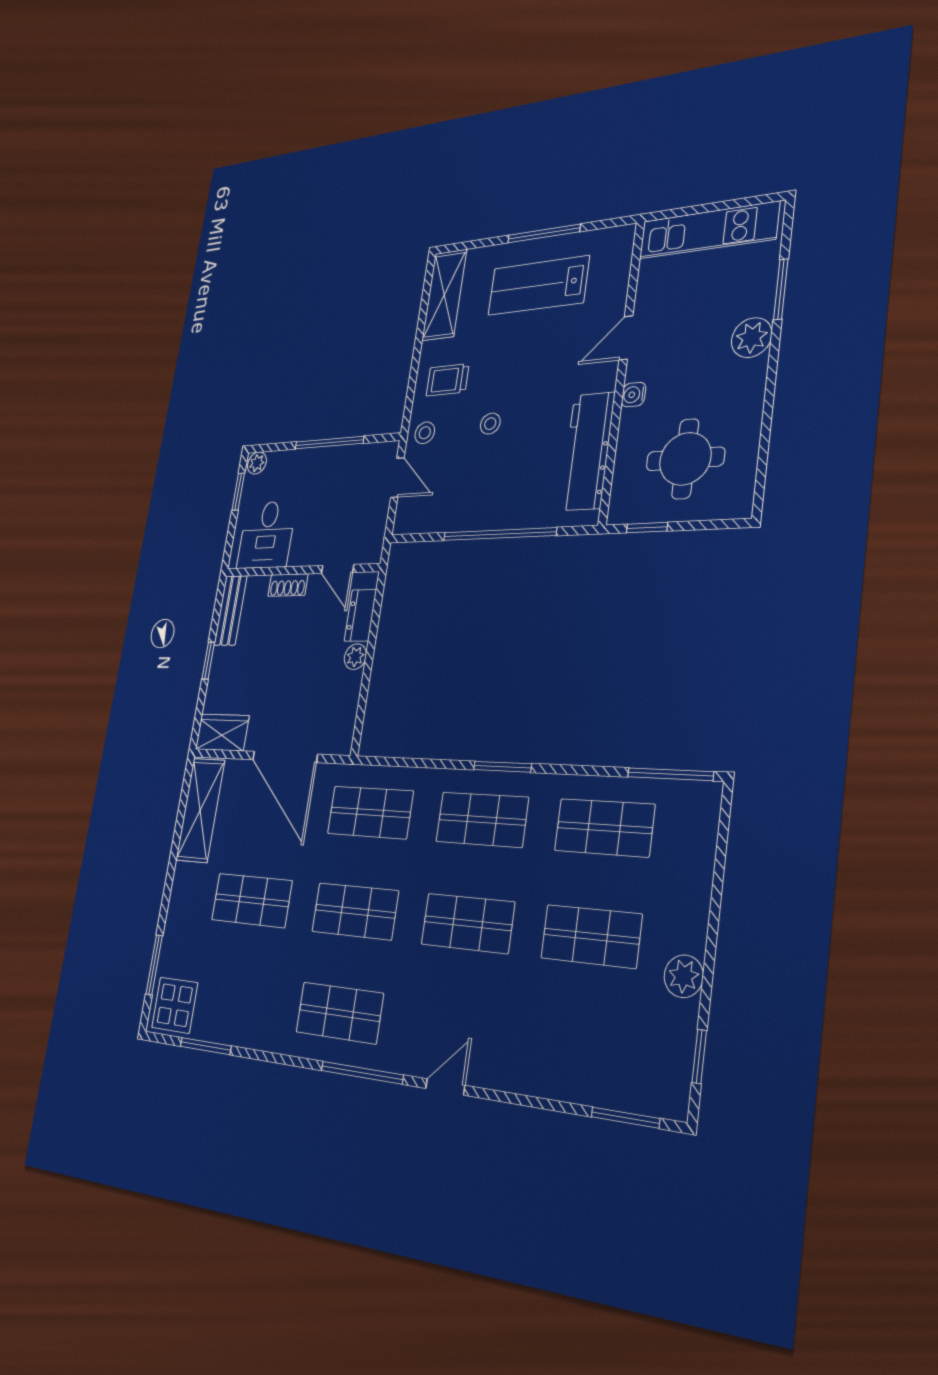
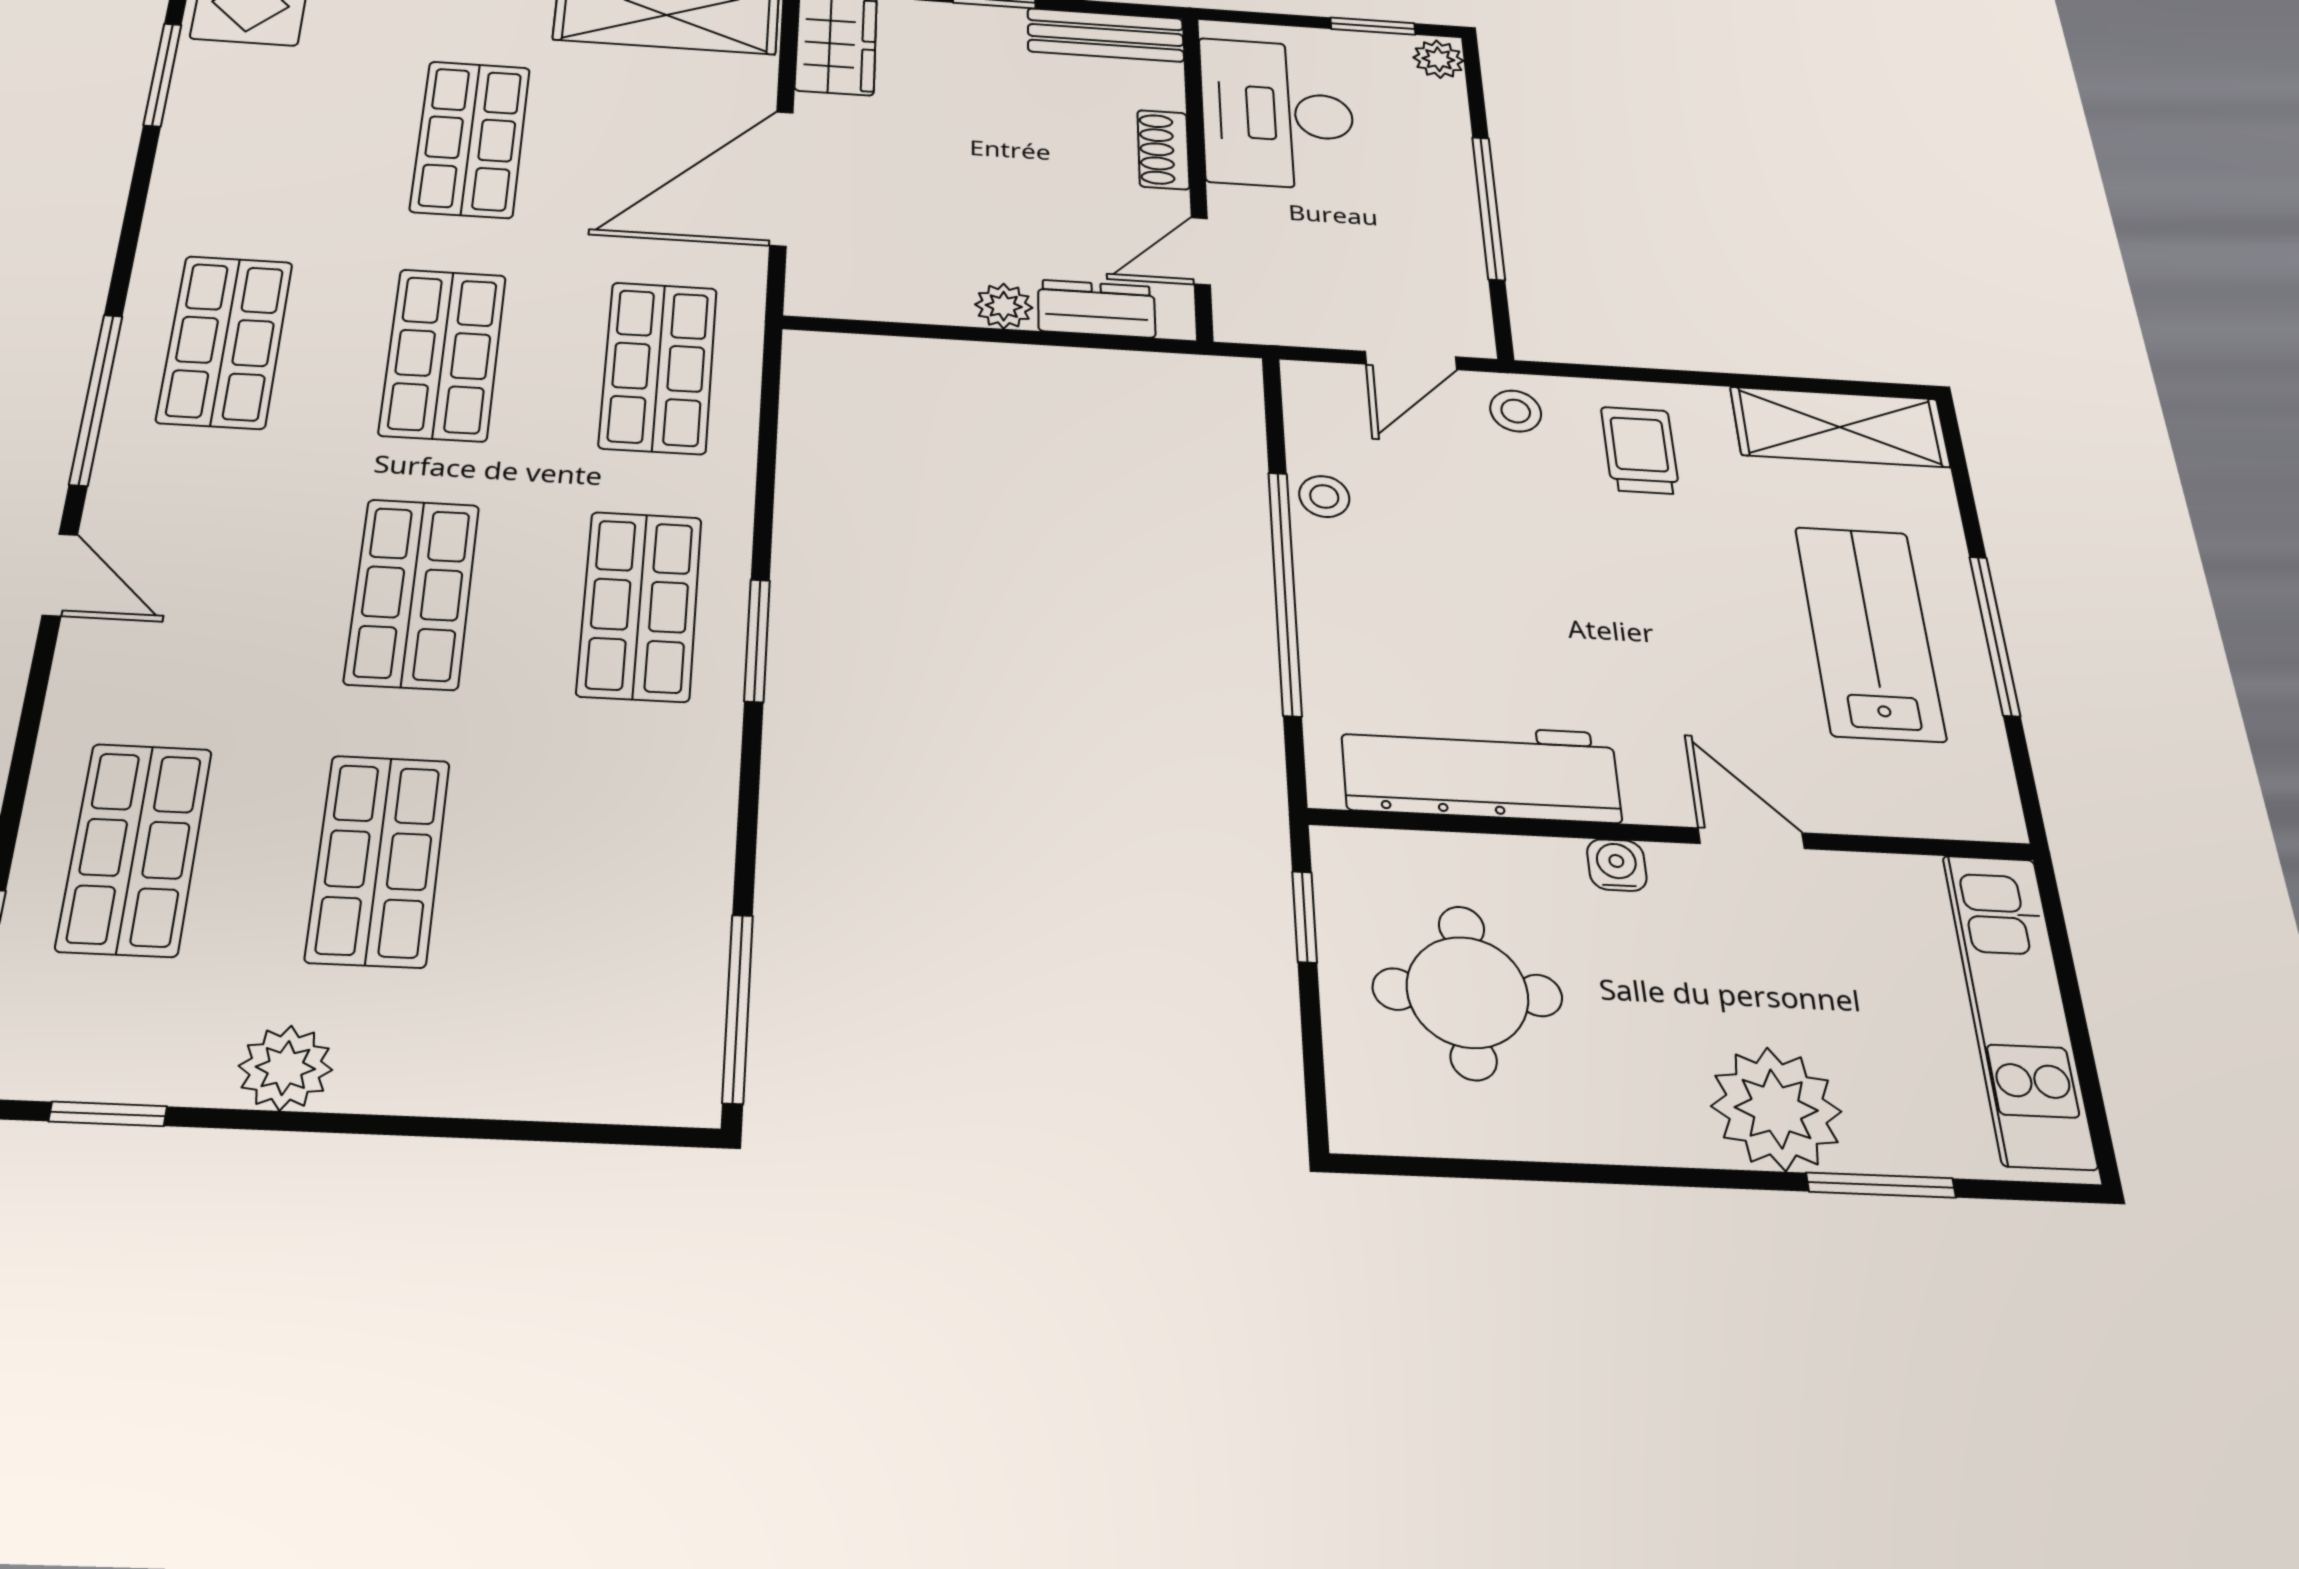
plant: (752, 338) -> (1776, 1109), width x1.36, depth x1.36
stool: (490, 424) -> (1324, 496), moved
desk: (267, 535) -> (1277, 114), width x1.37
shop shelf: (604, 828) -> (135, 849), moved

